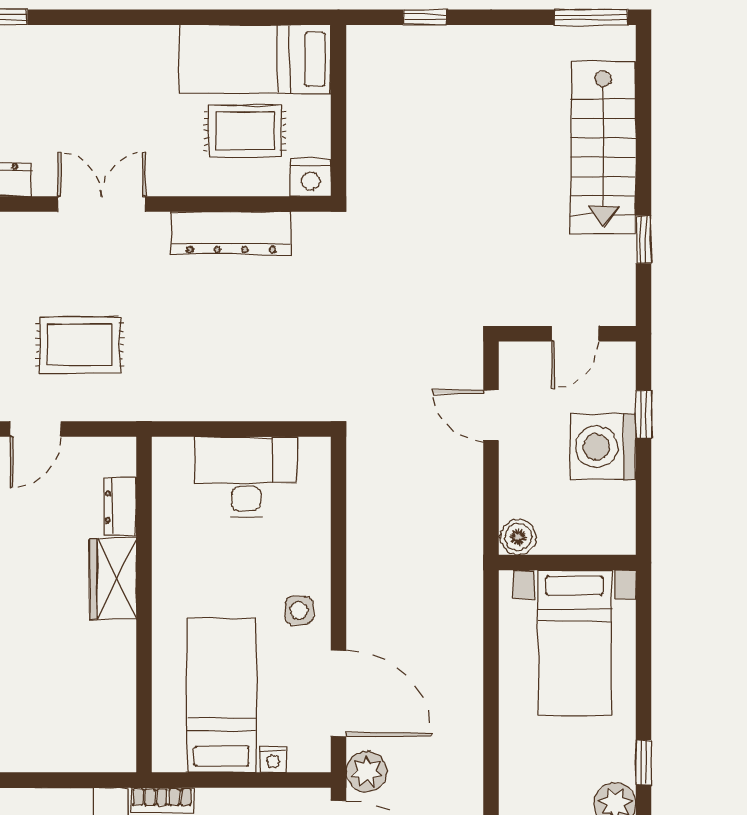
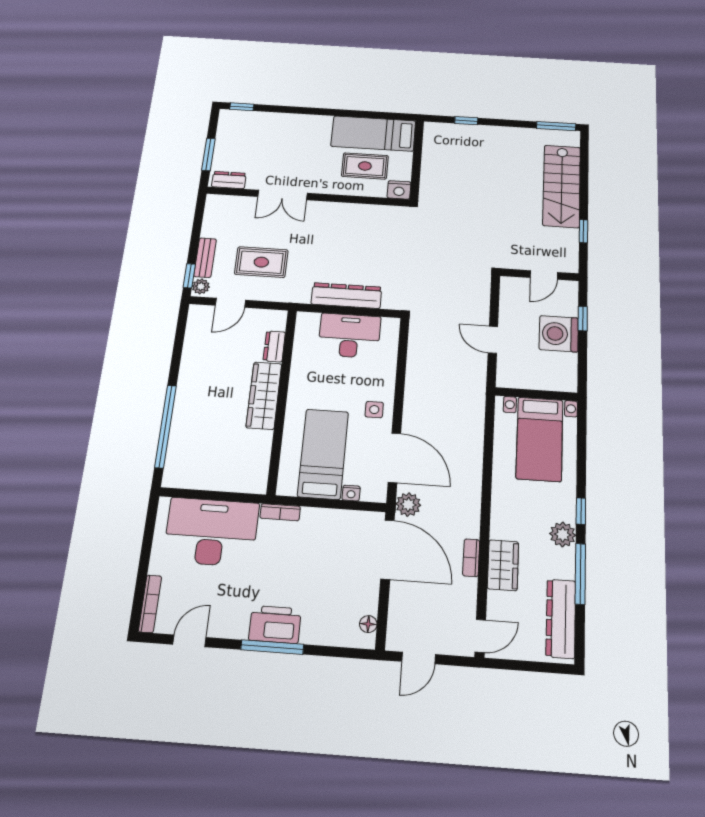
double door: (102, 204) -> (282, 195), swing flipped
dresser: (231, 233) -> (346, 296), moved, turned 180
door: (491, 415) -> (493, 340), moved
boiler: (518, 537) -> (507, 378), removed
wardrobe: (113, 579) -> (264, 396), width x1.50

